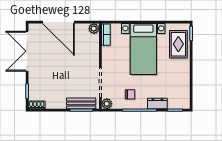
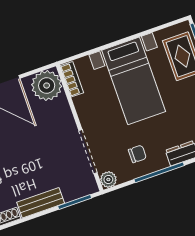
plant: (94, 29) -> (47, 86), width x1.88, depth x1.88
bench: (81, 103) -> (41, 203), moved

